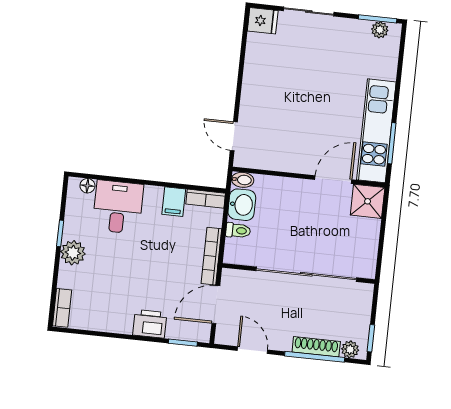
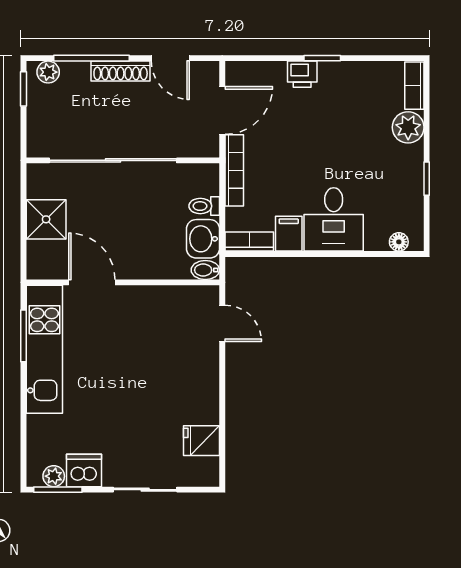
fridge: (263, 21) -> (202, 441), moved
dishwasher: (355, 32) -> (84, 470), added
door: (333, 180) -> (92, 282), swing flipped
shower: (368, 201) -> (46, 219), moved
desk: (118, 207) -> (334, 219), moved
plant: (73, 253) -> (408, 127), moved
printer: (150, 324) -> (302, 74), width x0.73, depth x0.81
window: (183, 343) -> (322, 58), moved
shoe rack: (316, 347) -> (121, 71), moved

